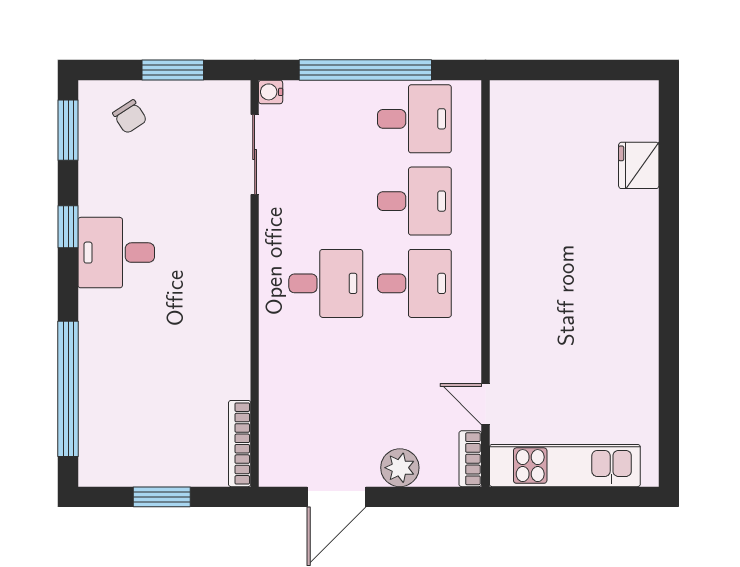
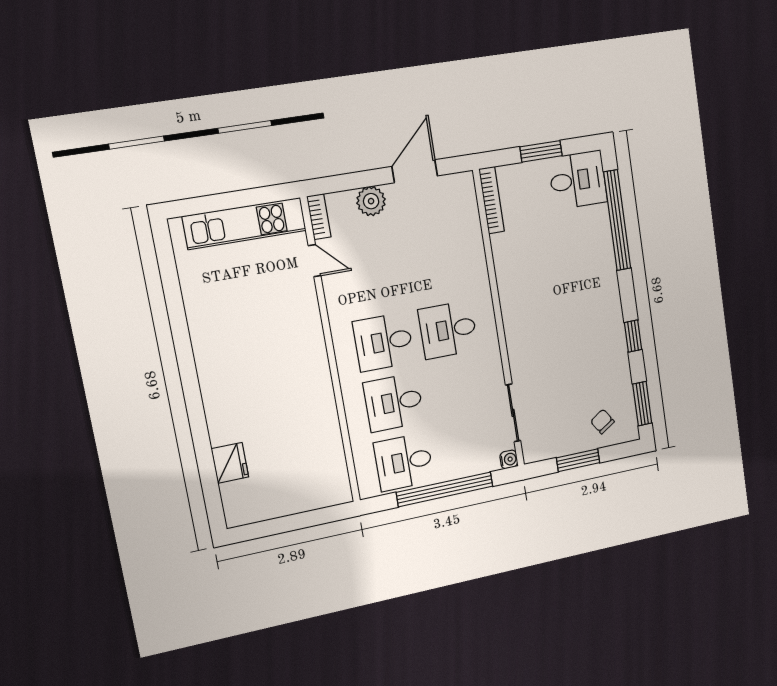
desk: (116, 253) -> (578, 180), moved

